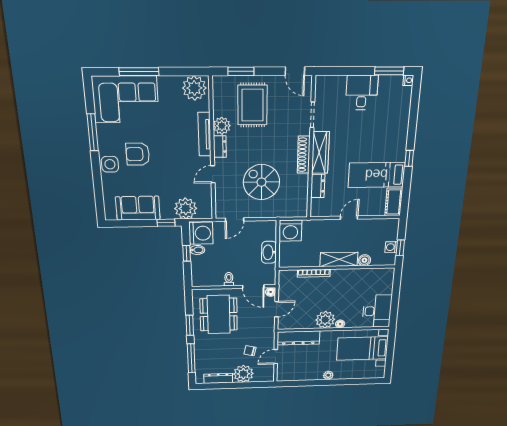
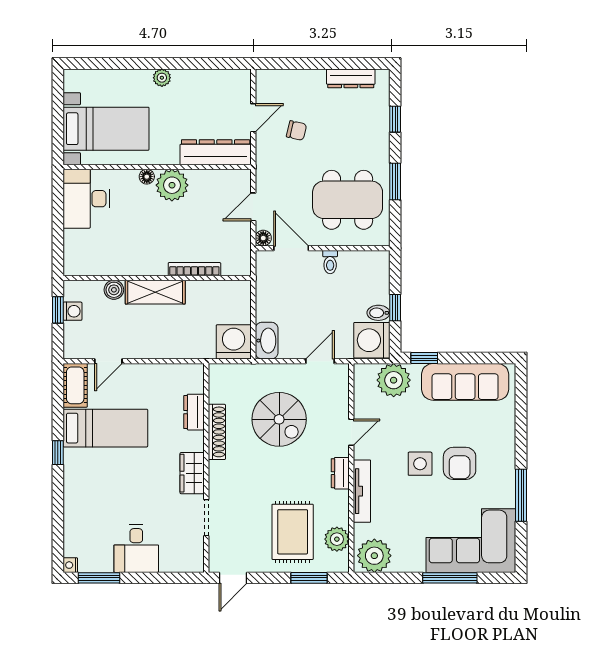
door: (295, 71) -> (233, 578), swing flipped
plant: (222, 126) -> (337, 539), moved
wardrobe: (320, 153) -> (192, 473), width x0.67
armchair: (138, 154) -> (460, 463), turned 90
shoe rack: (304, 155) -> (217, 432), moved
side table: (110, 164) -> (420, 464), moved
sofa: (138, 208) -> (465, 382), width x1.36
door: (349, 218) -> (108, 361), moved
washbasin: (269, 252) -> (267, 341), moved
dining table: (219, 315) -> (348, 200), turned 90
window: (191, 358) -> (395, 119), width x0.46
plant: (243, 374) -> (308, 86), removed

